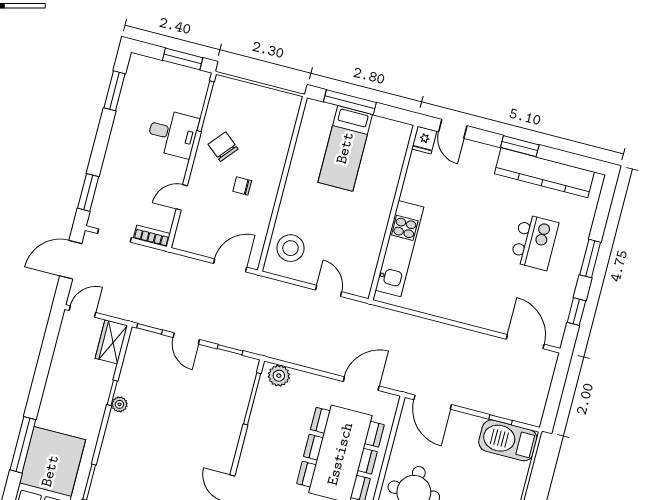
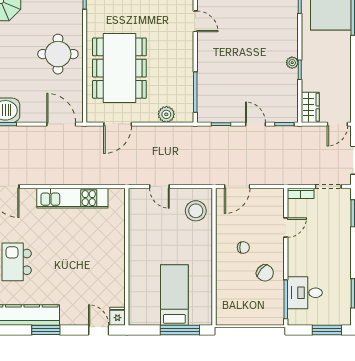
window: (183, 59) -> (327, 330), moved
desk: (173, 133) -> (305, 293), moved
kitchen unit: (399, 249) -> (72, 198), moved, turned -90
plant: (279, 376) -> (166, 114), moved

